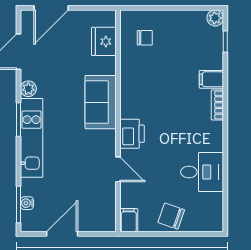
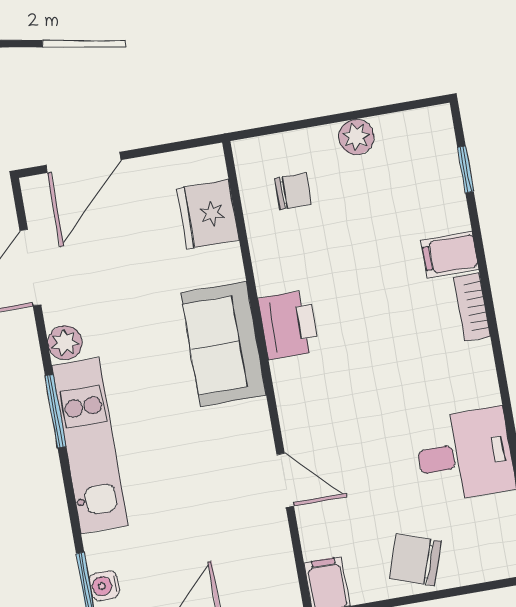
plant: (215, 18) -> (356, 137), moved
printer: (132, 134) -> (289, 325), moved

